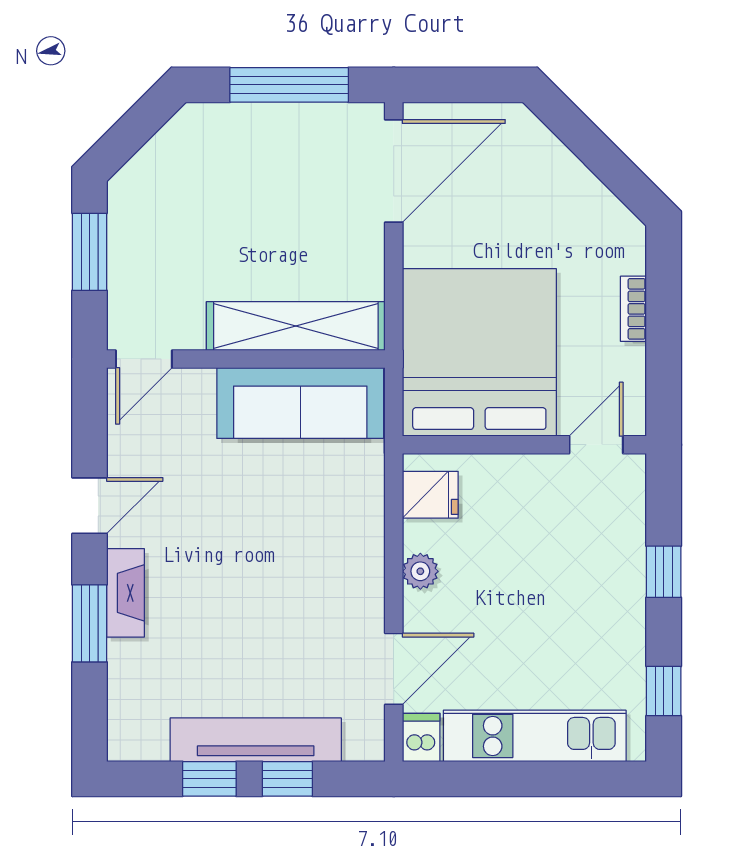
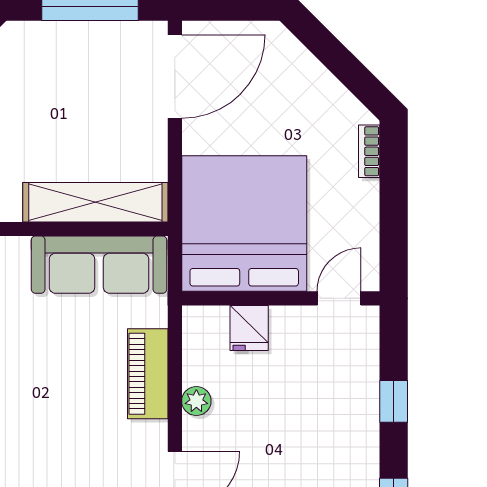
bookcase: (633, 309) -> (369, 151), moved
fridge: (430, 495) -> (249, 328), moved, turned 90
piano: (360, 538) -> (148, 374), added

